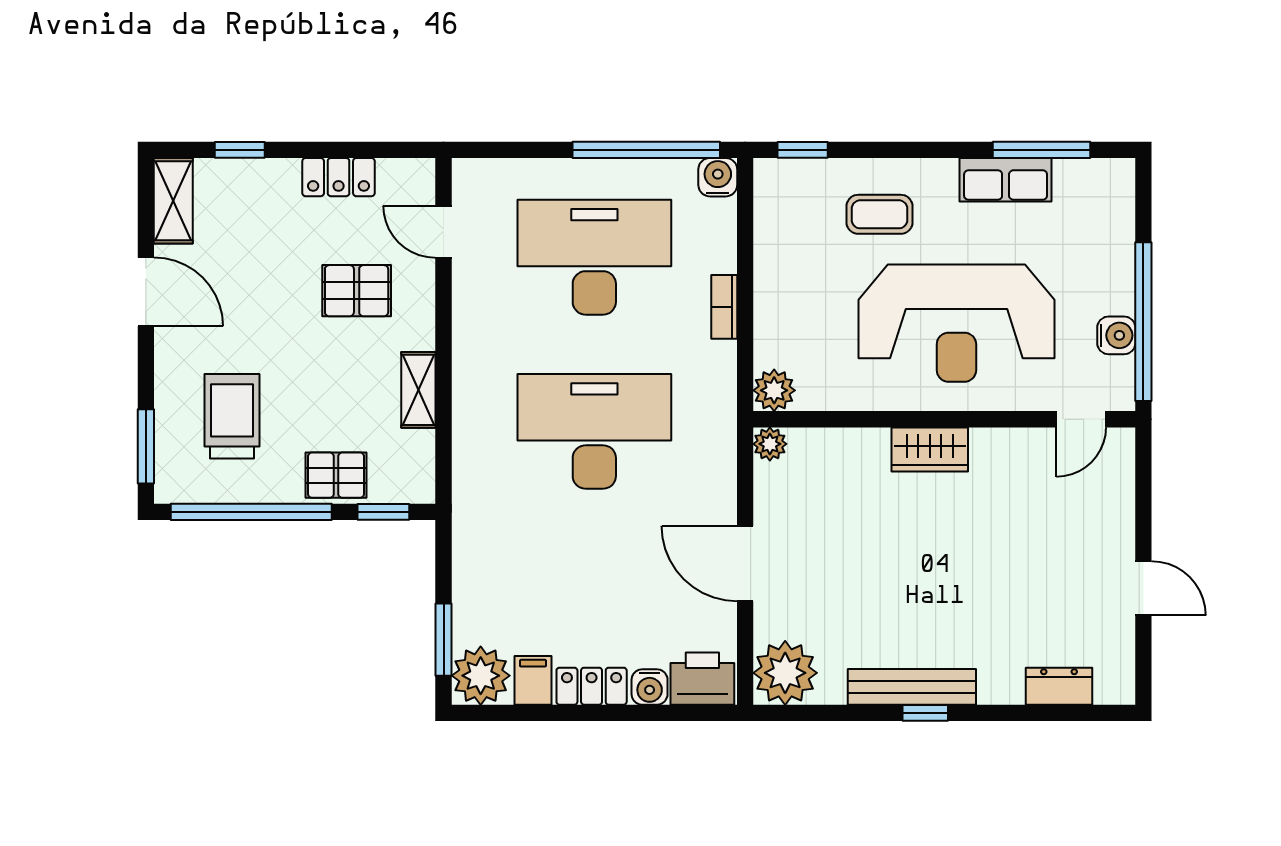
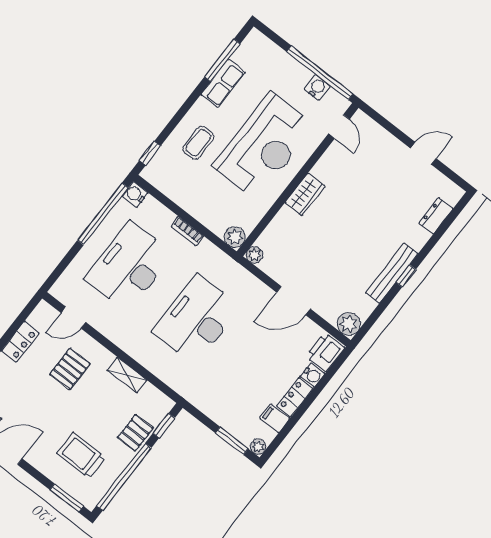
plant: (785, 673) -> (349, 324), width x0.73, depth x0.73
plant: (481, 676) -> (258, 447), width x0.53, depth x0.53

